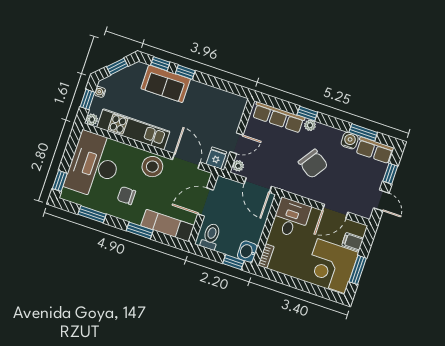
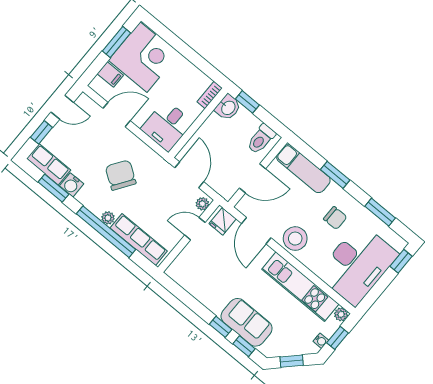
window: (307, 113) -> (106, 232), width x3.17
door: (381, 200) -> (62, 107), swing flipped

